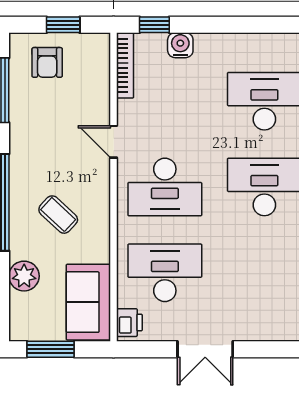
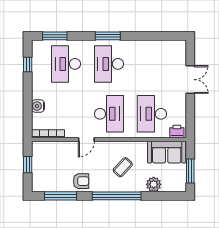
window: (154, 25) -> (28, 65), moved
armchair: (47, 62) -> (81, 181), moved
double door: (205, 349) -> (190, 80), moved

